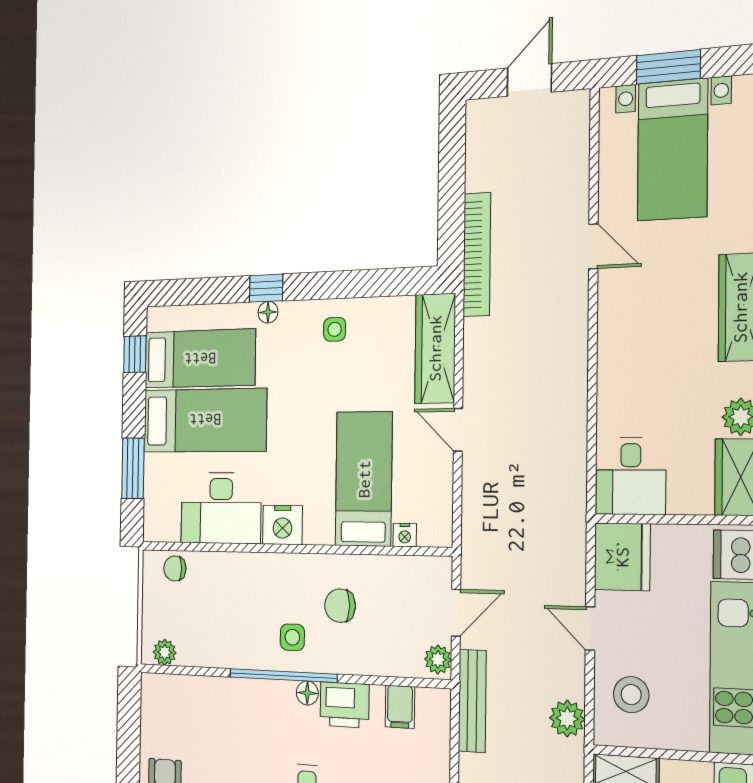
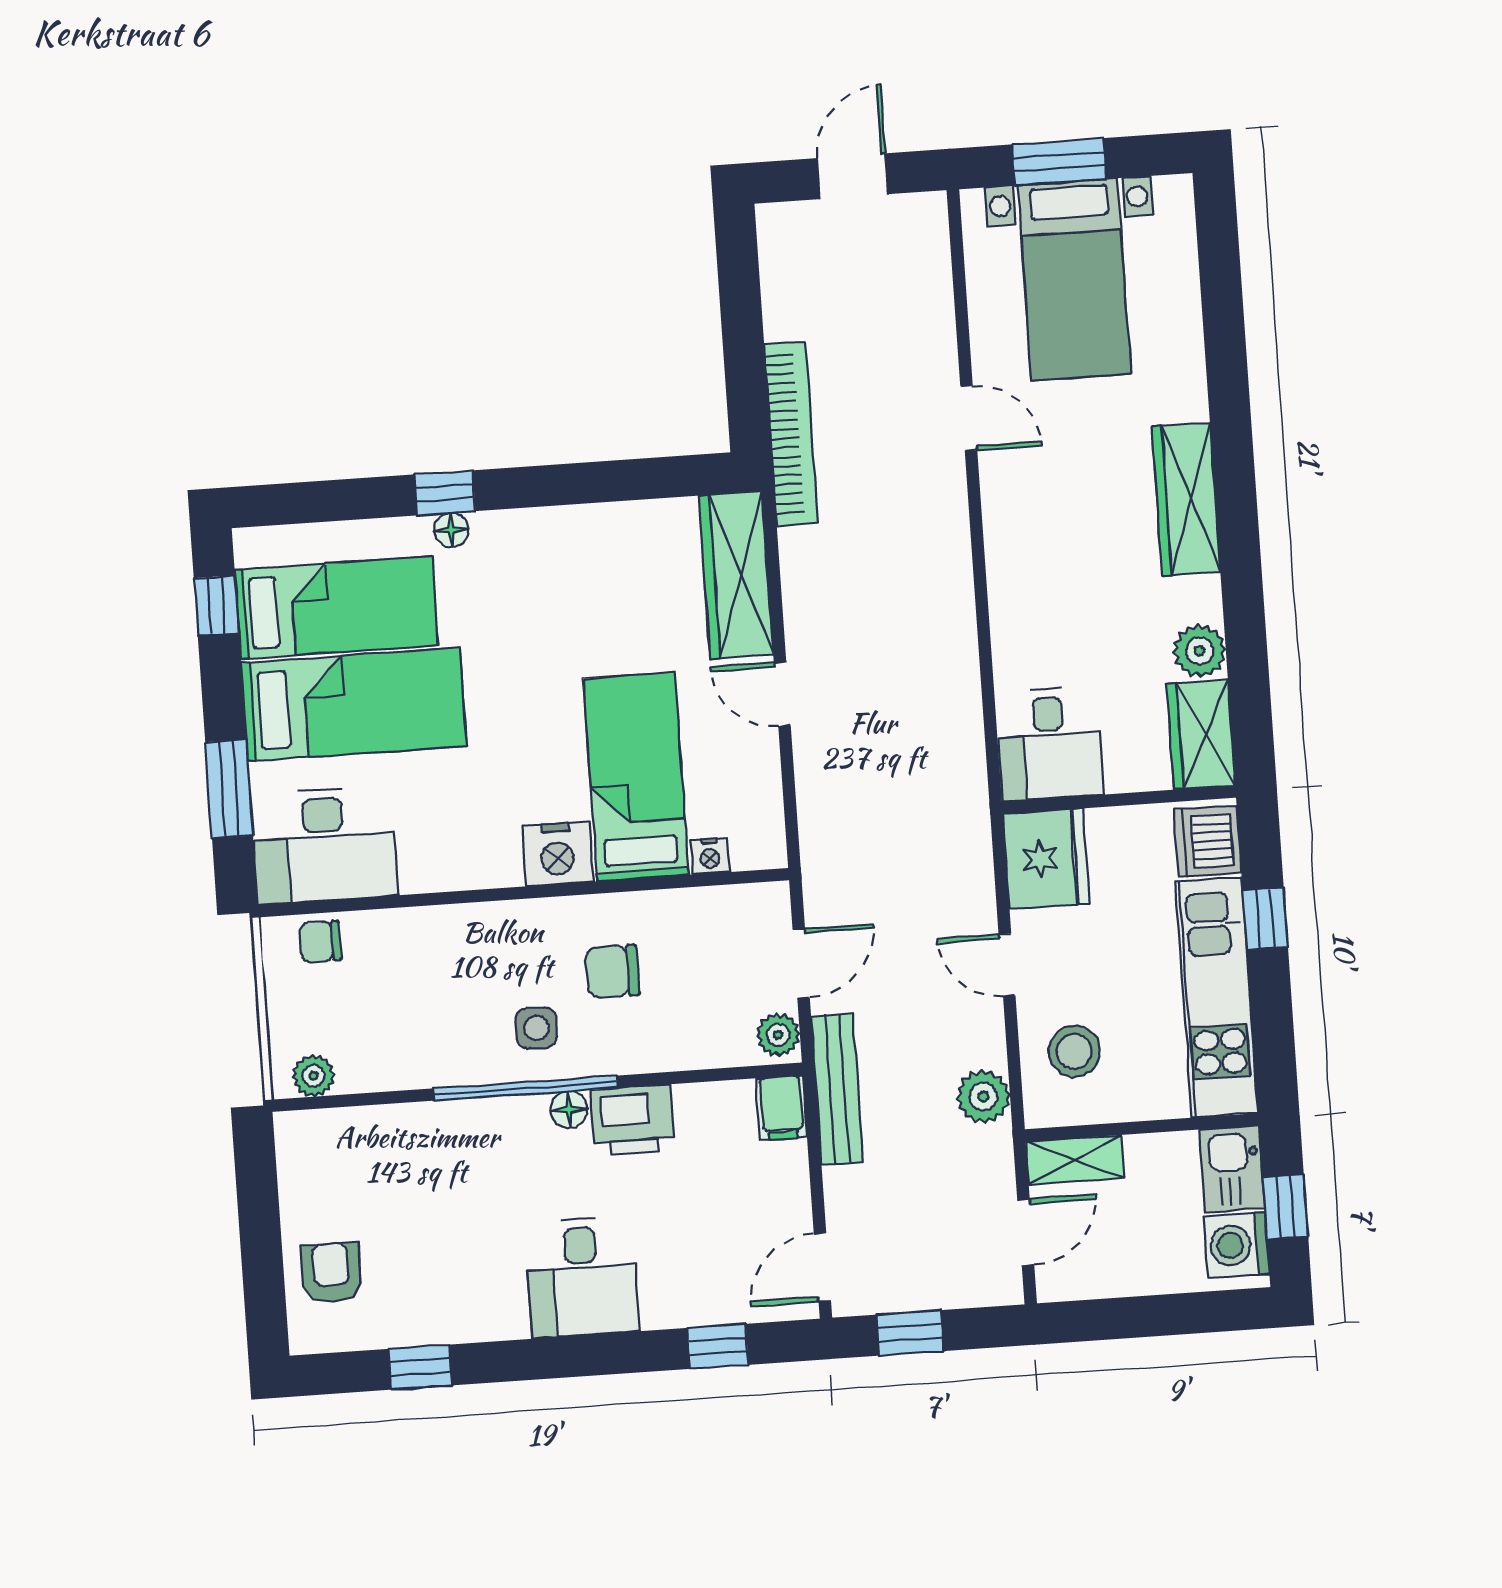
side table: (335, 329) -> (568, 553), removed
desk: (221, 508) -> (324, 845), moved
nightstand: (282, 525) -> (557, 854), moved
filing cabinet: (400, 707) -> (782, 1108), moved

